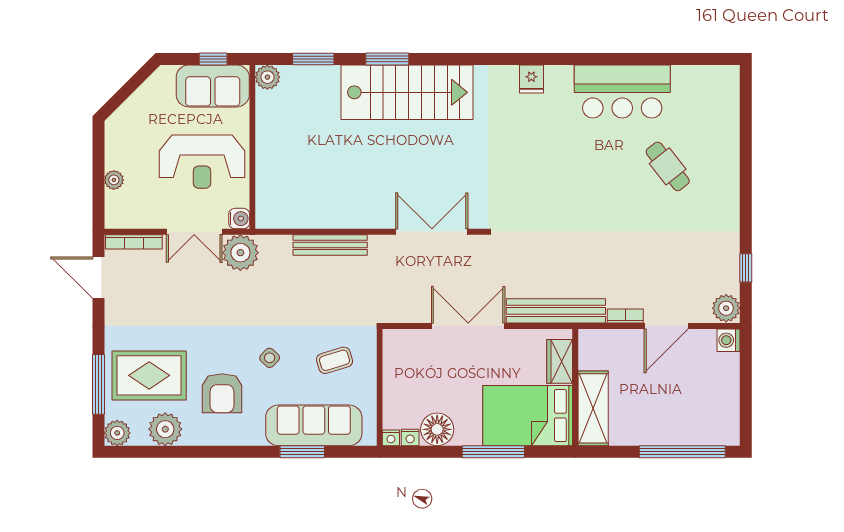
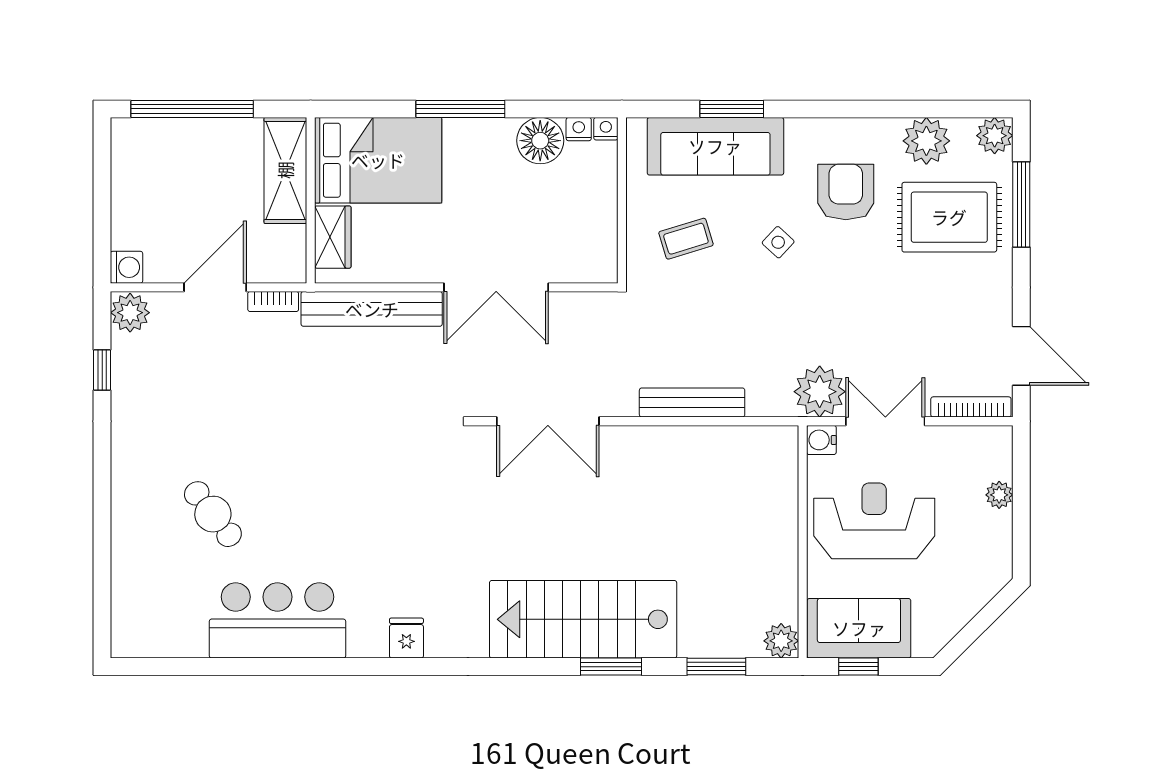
wardrobe: (560, 361) -> (333, 237), moved
wall: (575, 387) -> (311, 200), moved
shelving: (593, 408) -> (285, 170), moved
bed: (528, 416) -> (378, 160), moved

